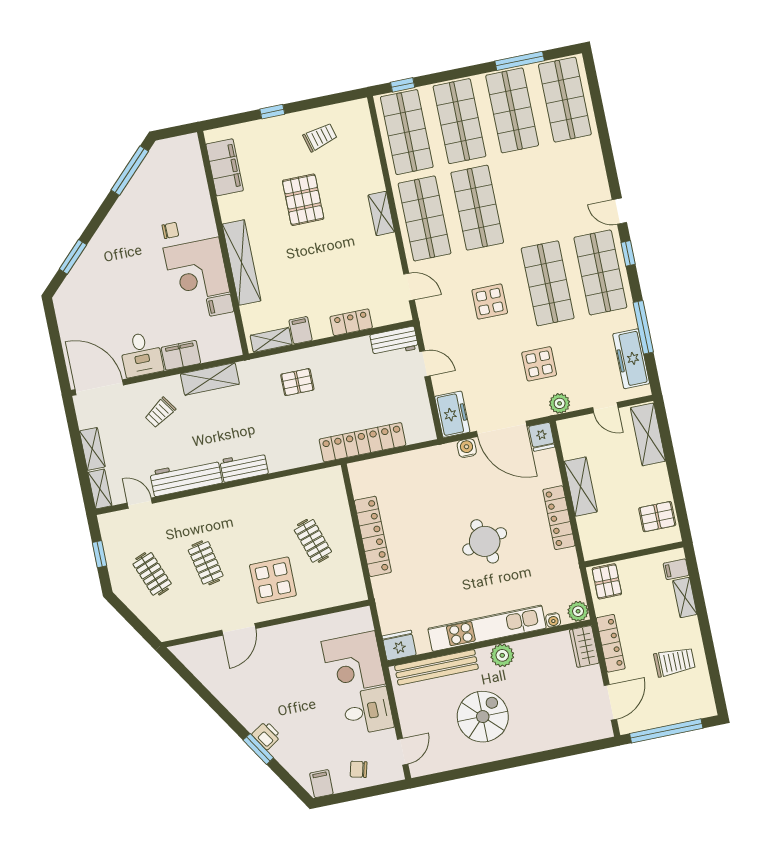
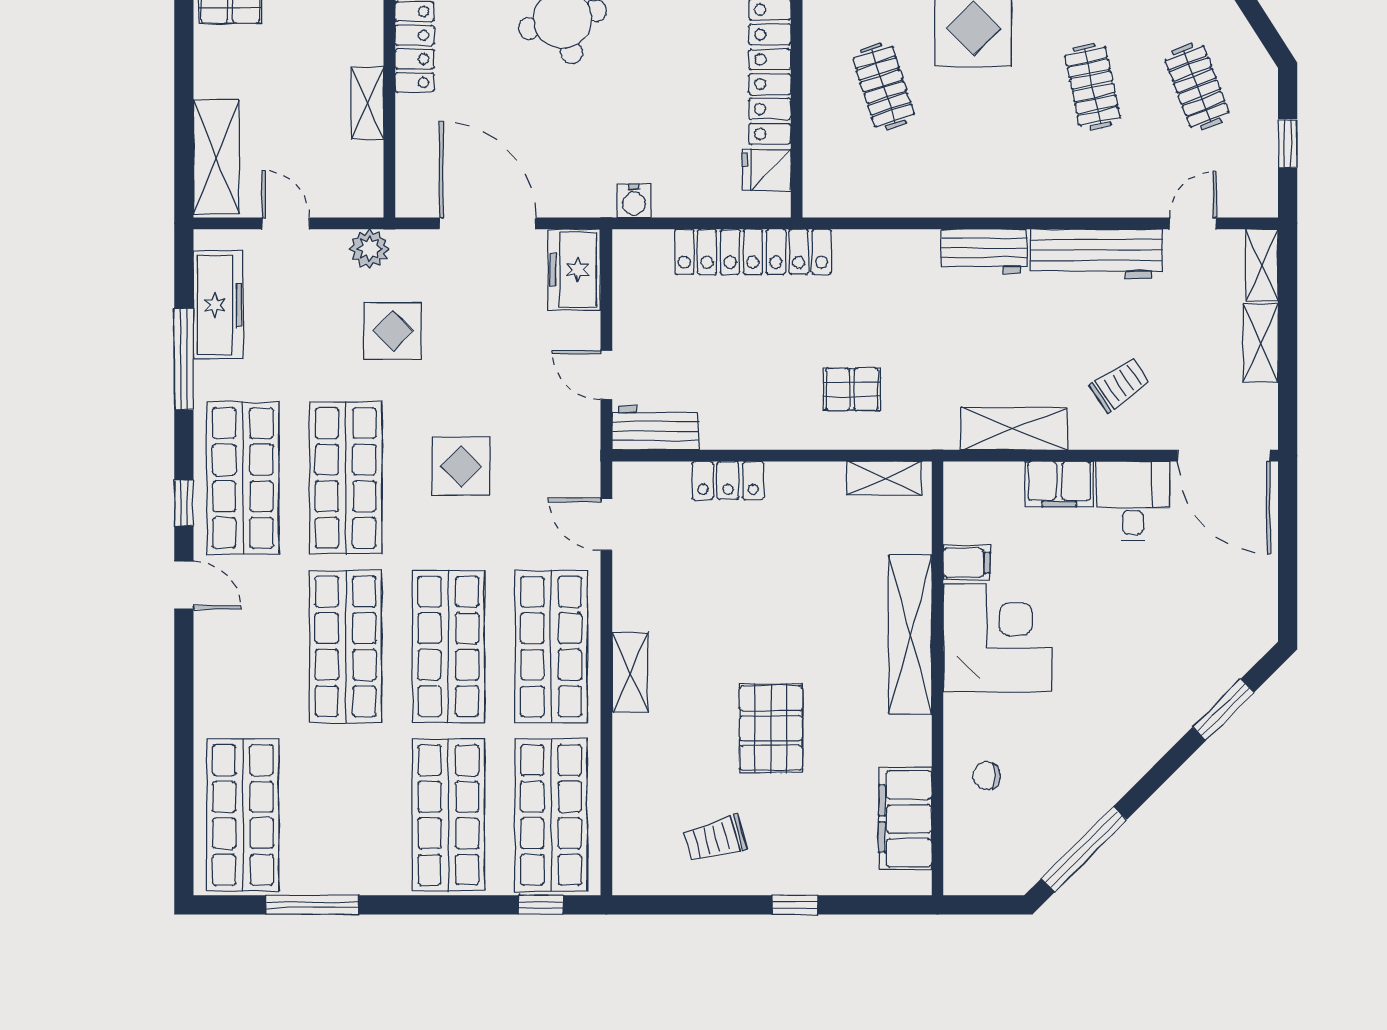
shop shelf: (512, 110) -> (346, 646), moved
chair: (170, 230) -> (987, 776), moved
filing cabinet: (301, 330) -> (826, 485), removed
fridge: (542, 437) -> (766, 170), moved, turned -90
water cooler: (467, 448) -> (634, 201), moved
shelving: (581, 487) -> (367, 103), width x0.67, depth x0.75
door: (140, 503) -> (1193, 223), swing flipped

